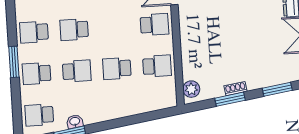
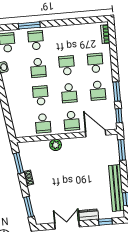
school desk: (34, 32) -> (69, 93), moved, turned 180
window: (14, 62) -> (29, 25), moved
plant: (191, 89) -> (56, 145), moved
window: (230, 99) -> (18, 163), moved

